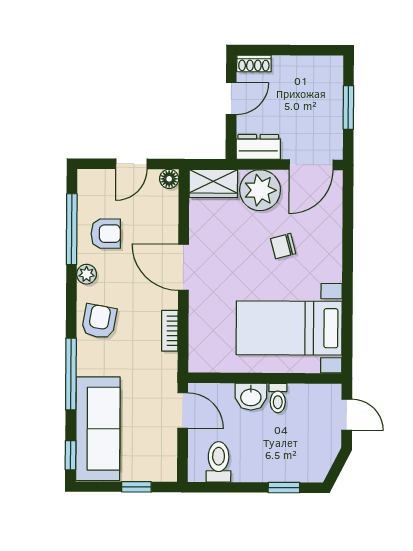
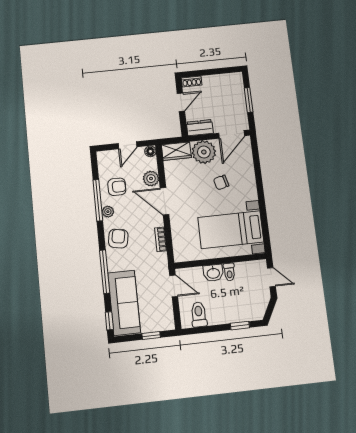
plant: (165, 226) -> (151, 179), added
window: (72, 229) -> (98, 200), moved

